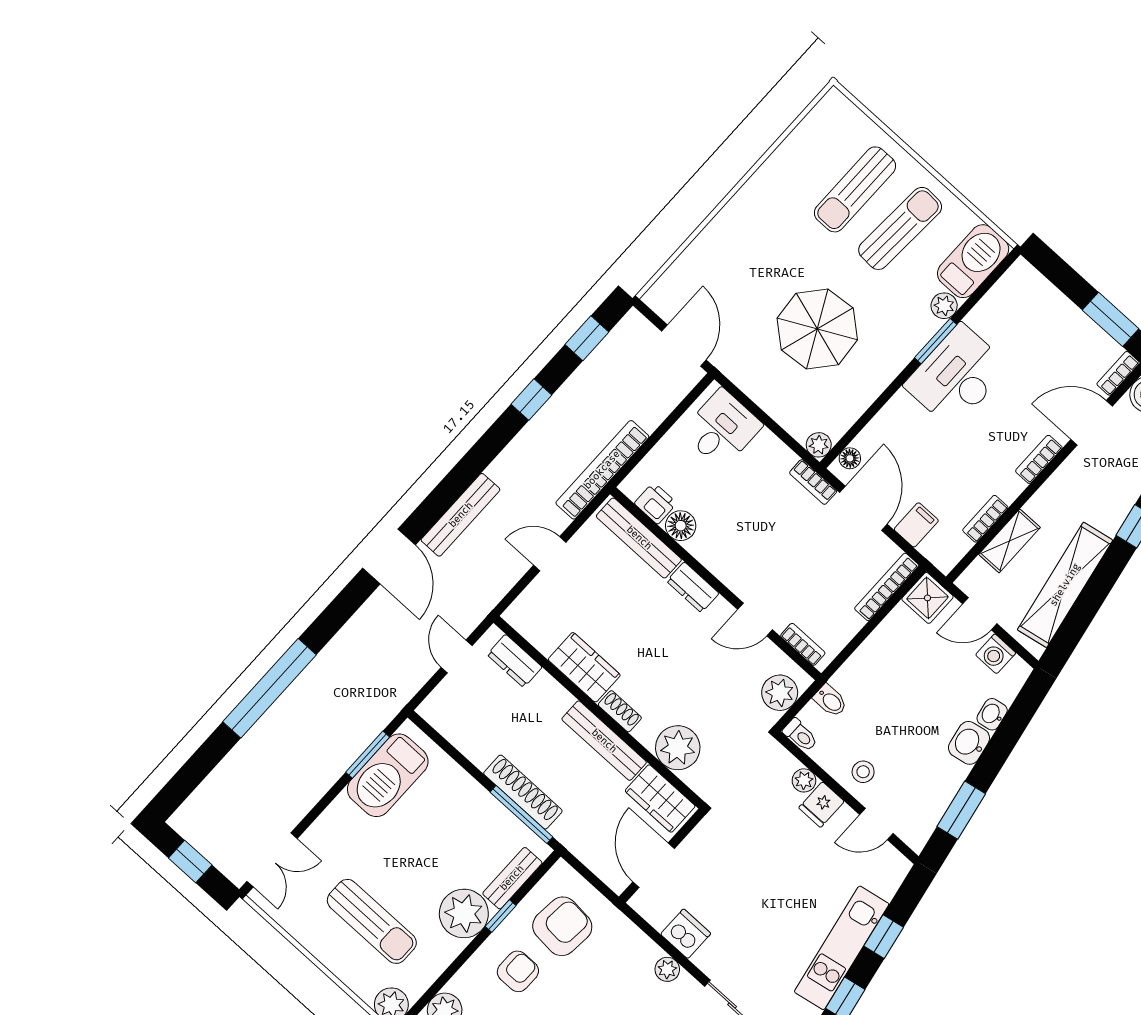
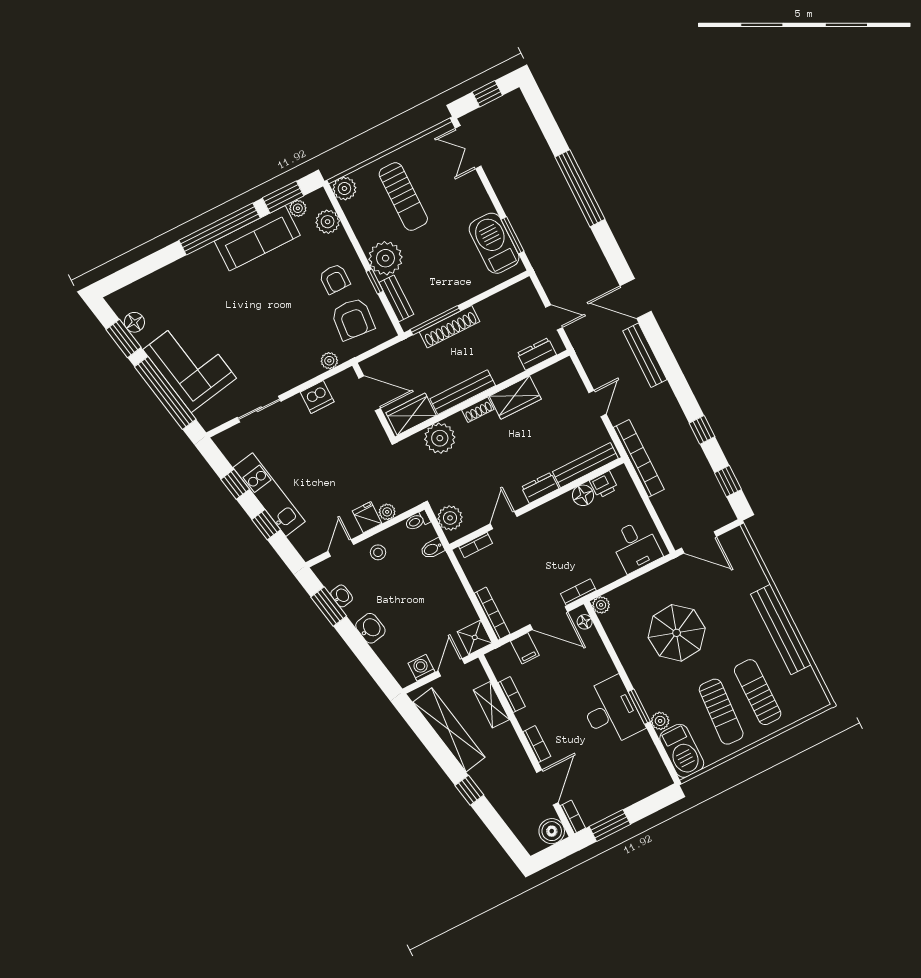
bench: (759, 191) -> (781, 630), added
washbasin: (992, 714) -> (342, 596), moved
sun lounger: (372, 921) -> (403, 197), turned -90
plant: (667, 969) -> (329, 361), moved

